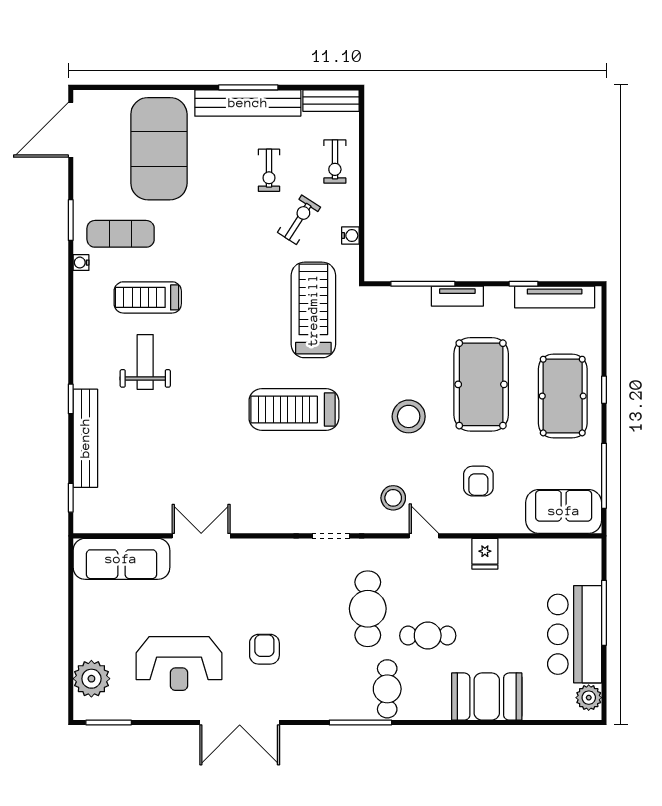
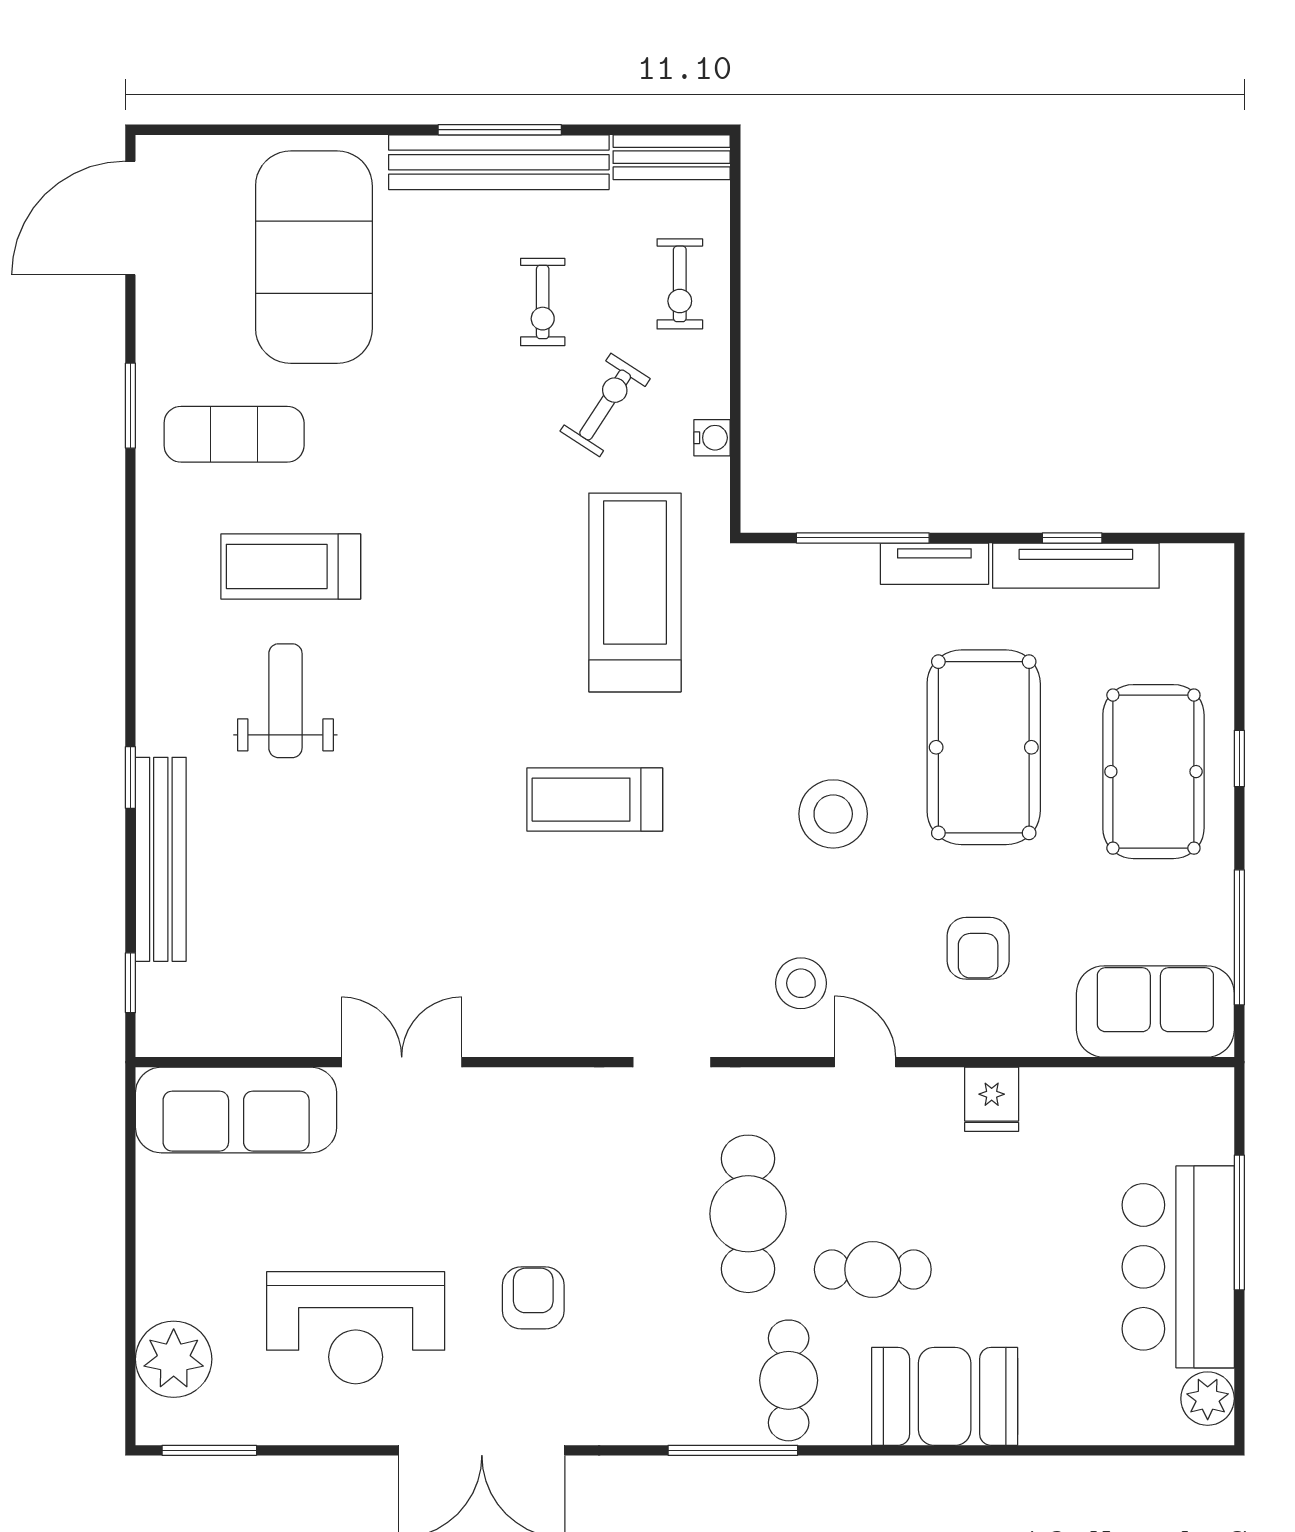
water cooler: (81, 263) -> (152, 494), removed
tv unit: (555, 297) -> (1076, 566), moved
treadmill: (294, 410) -> (595, 800), width x0.73, depth x0.73
booth: (487, 697) -> (945, 1396), moved

